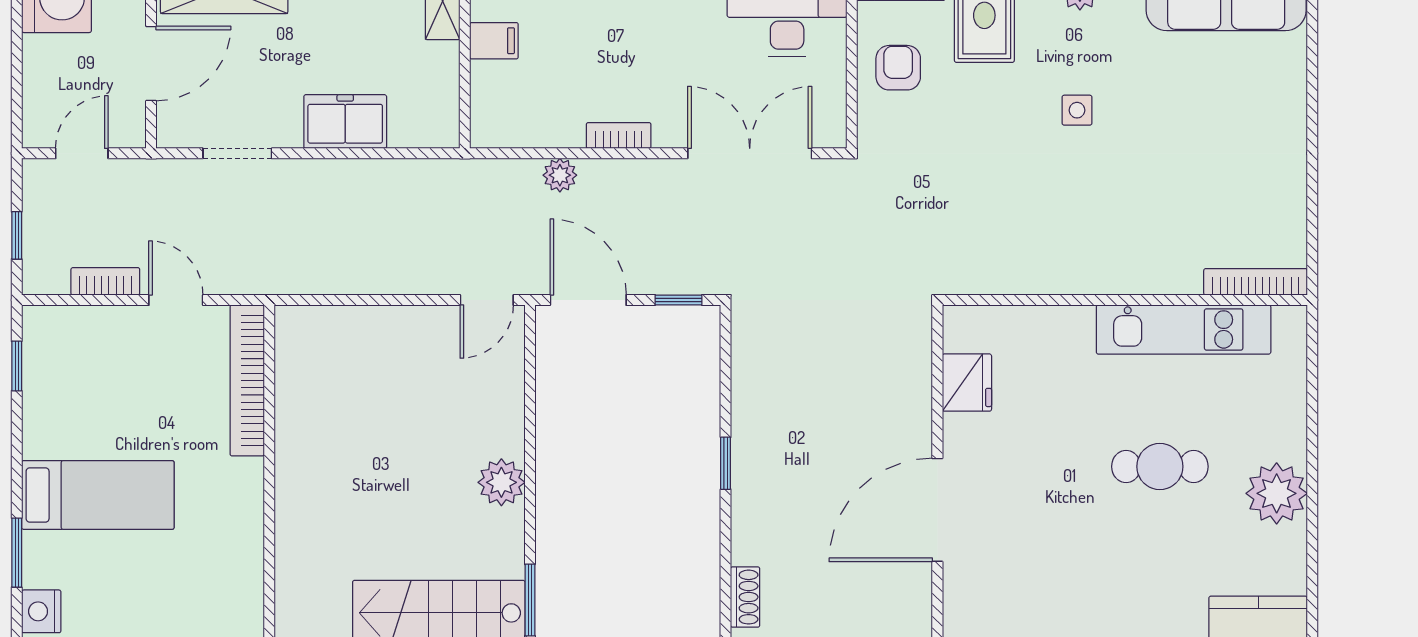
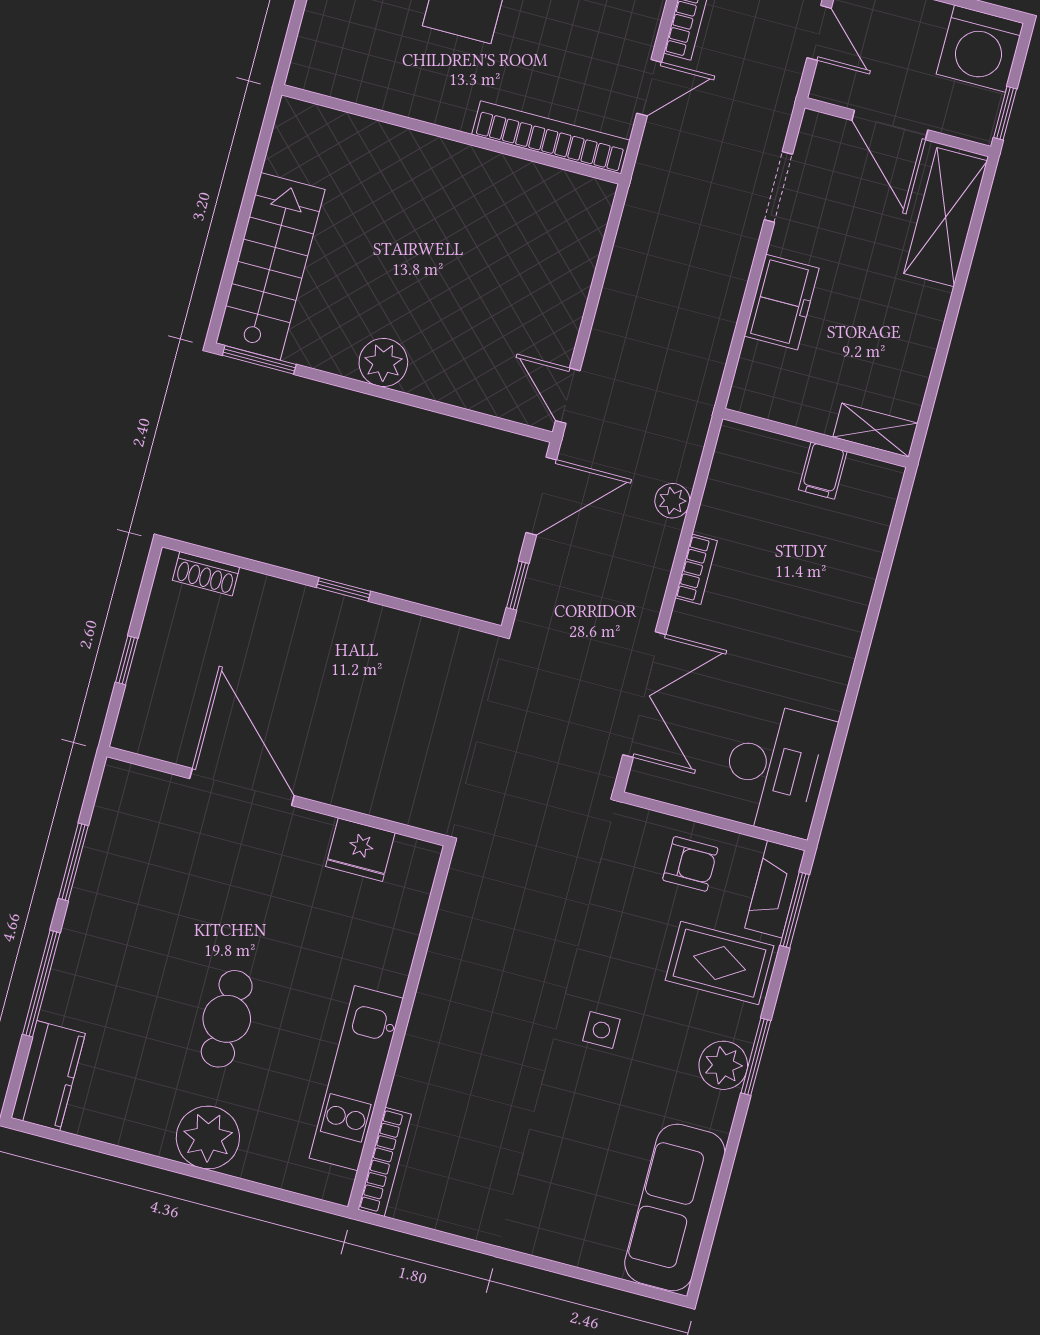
plant: (1277, 493) -> (208, 1137), moved

